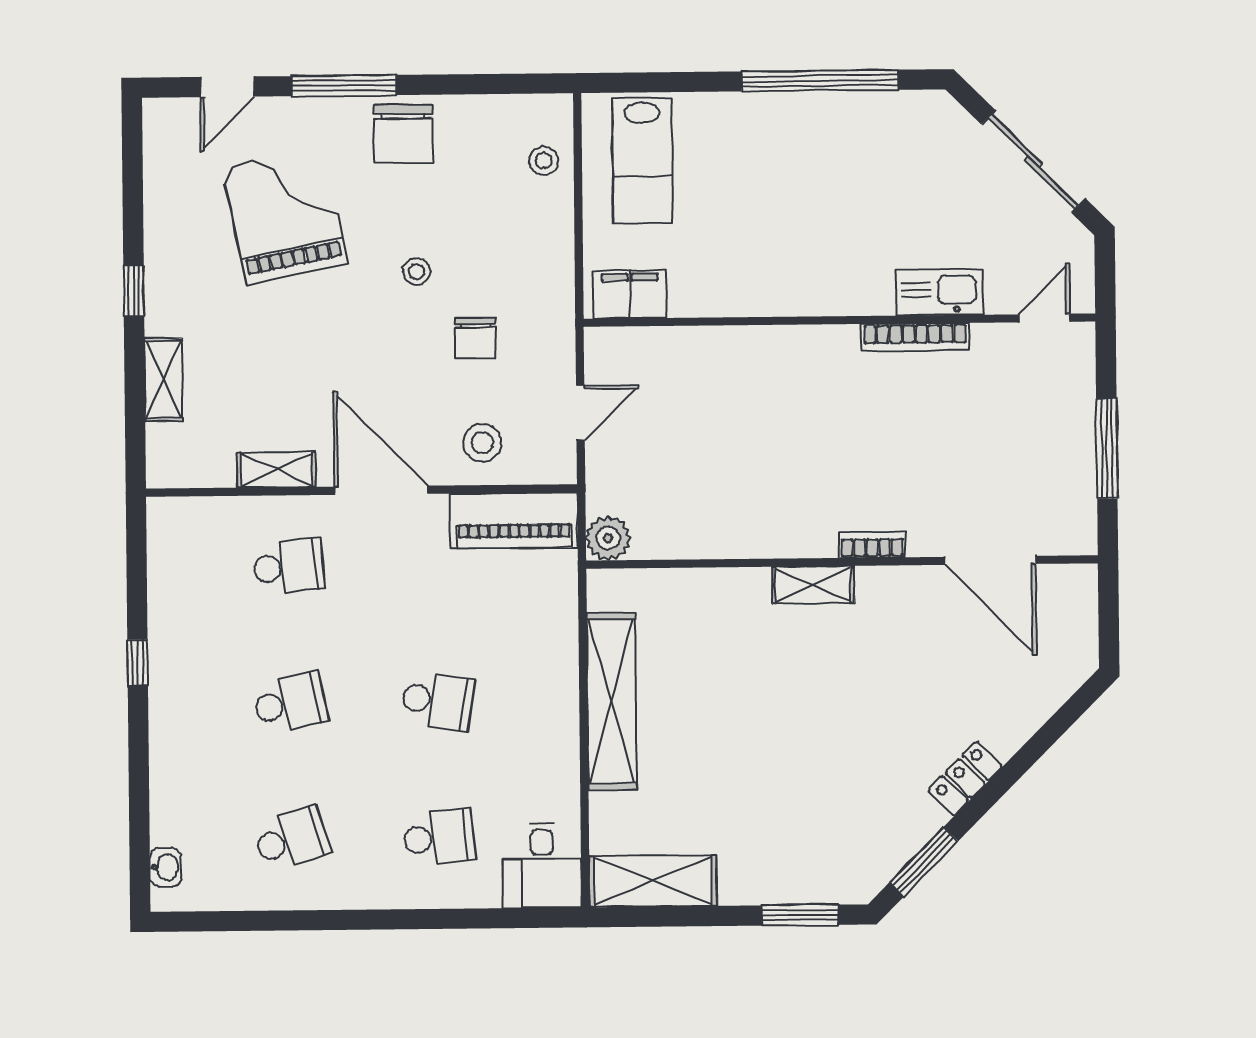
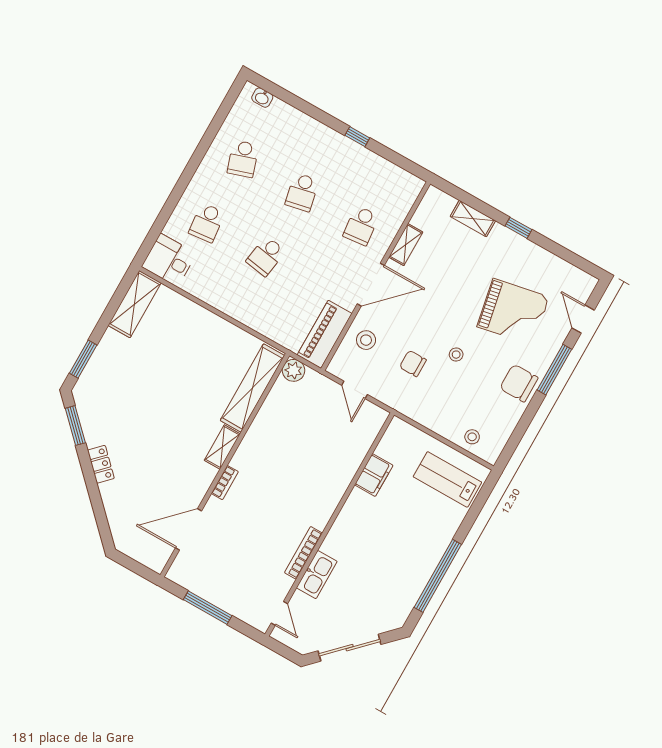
filing cabinet: (630, 294) -> (374, 475), moved
shelving: (612, 701) -> (252, 388), moved, turned 90

